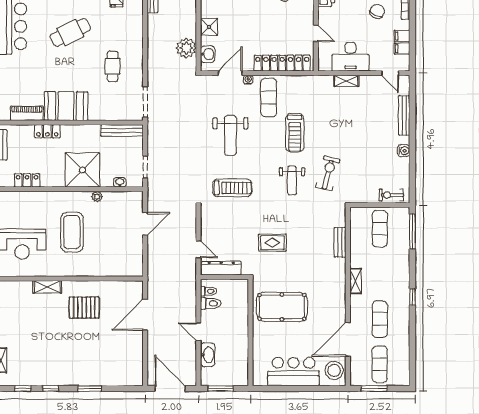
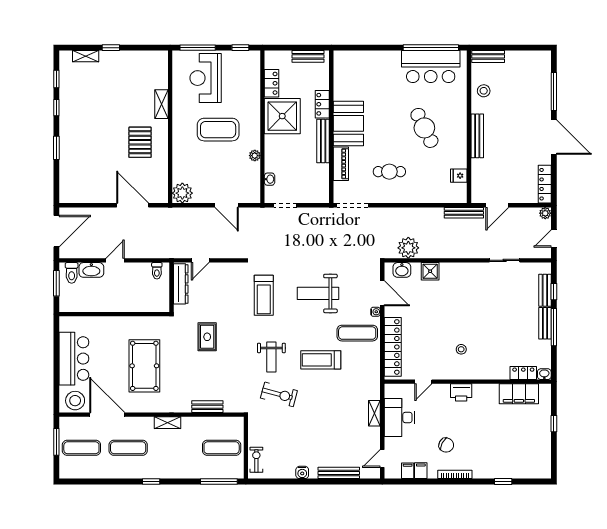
piano: (27, 113) -> (341, 164), moved
bench: (122, 130) -> (323, 141), moved
shower: (83, 170) -> (282, 116), moved
weight bench: (292, 180) -> (271, 357), turned -90
plant: (133, 267) -> (182, 193), added
toilet: (211, 303) -> (72, 273), moved
pool table: (282, 307) -> (144, 366), moved

